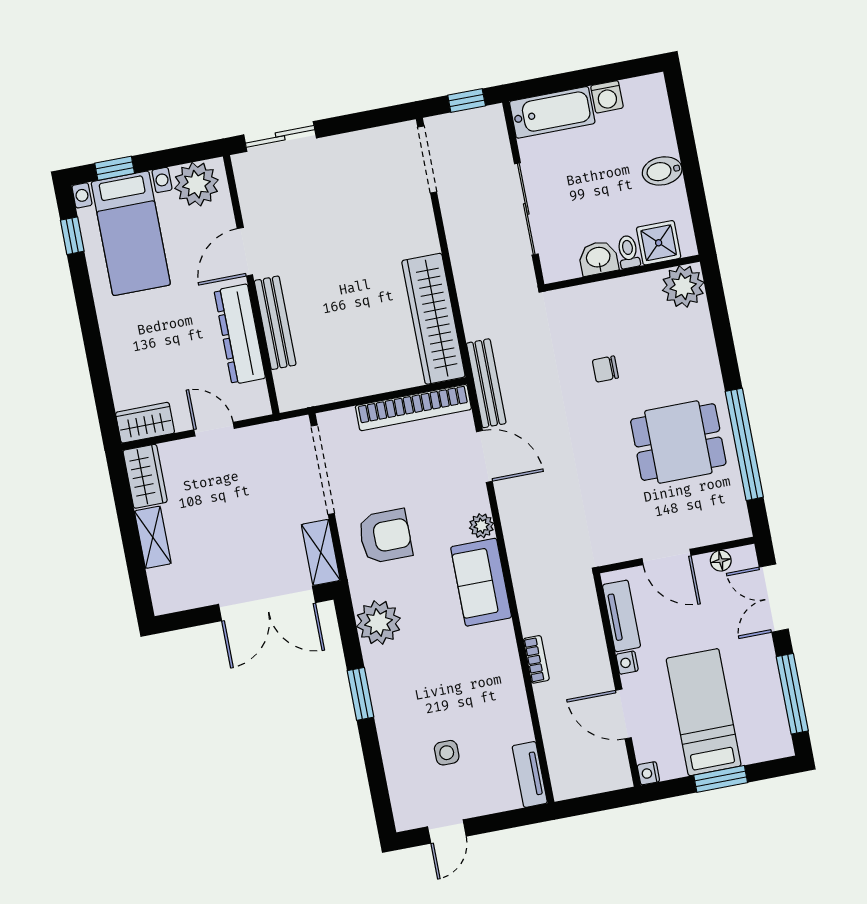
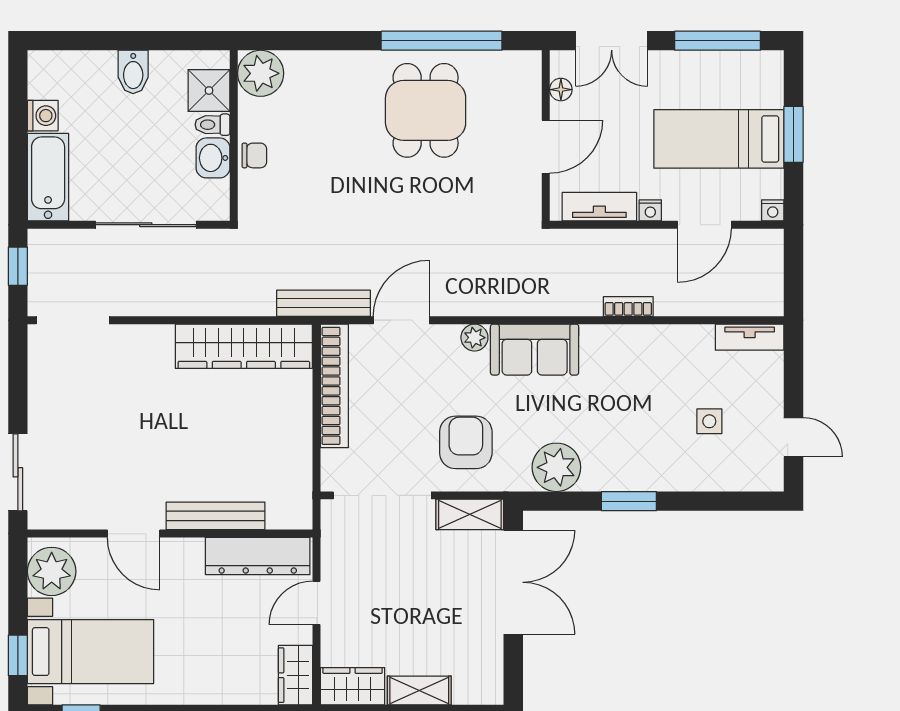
dresser: (240, 334) -> (258, 556), moved
chair: (605, 369) -> (254, 155), moved, turned -90

